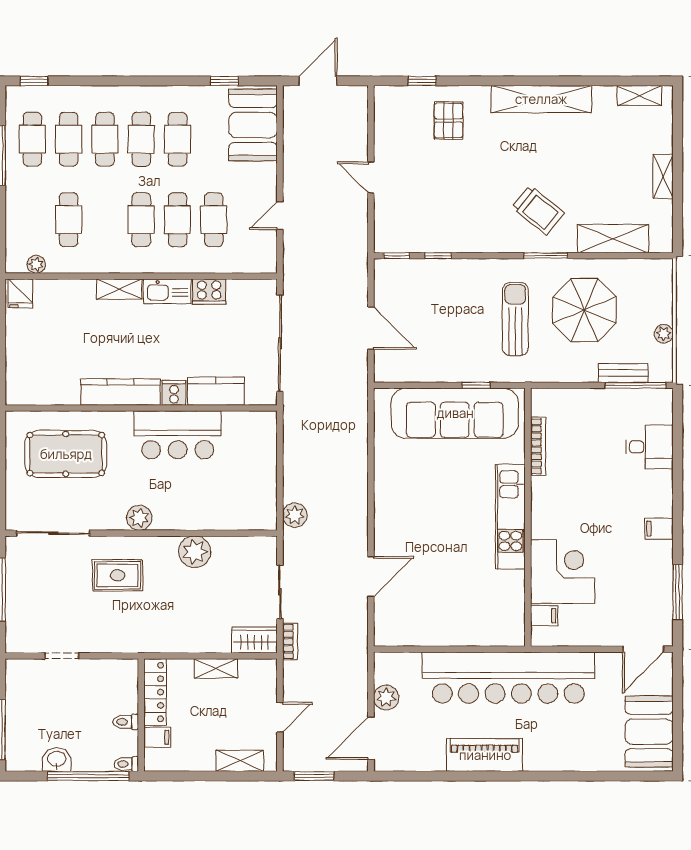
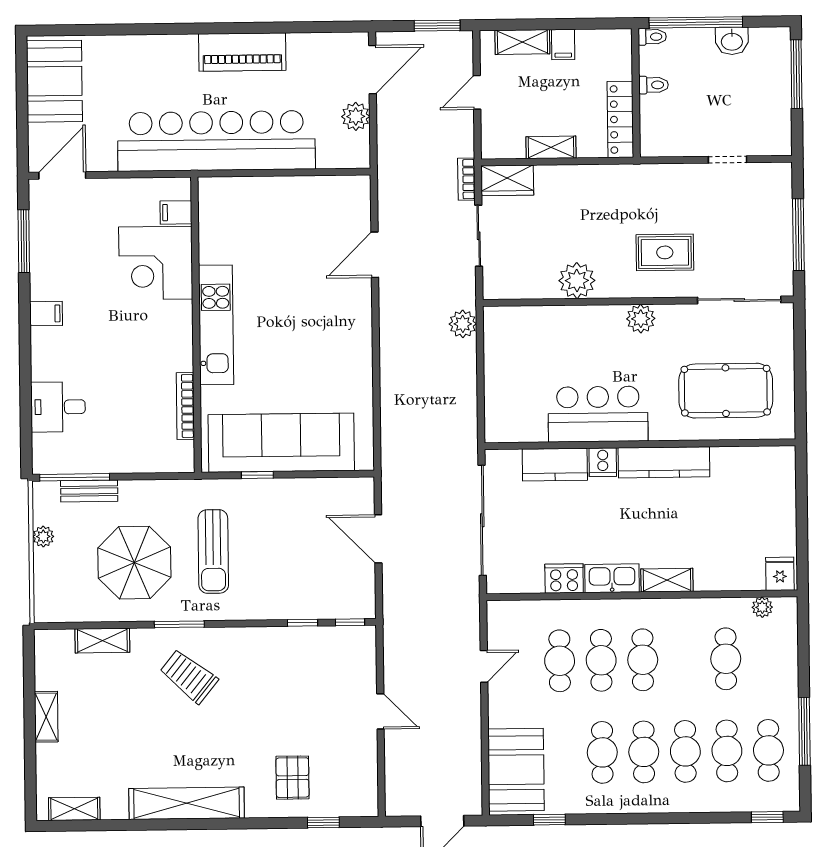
shelving: (613, 239) -> (102, 641), width x0.67, depth x0.75
filing cabinet: (157, 737) -> (563, 44), moved, turned -90

